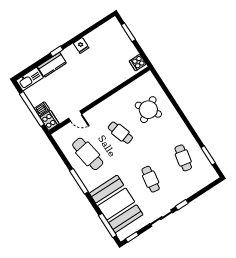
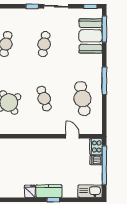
kitchen counter: (52, 65) -> (49, 191), moved
booth: (116, 204) -> (91, 36), width x0.73, depth x0.70

